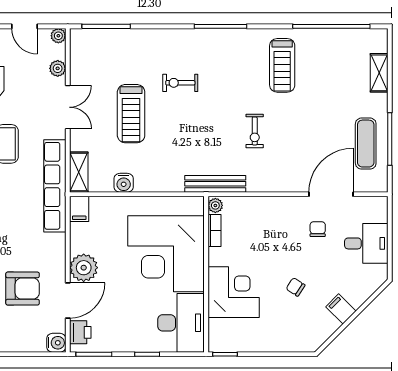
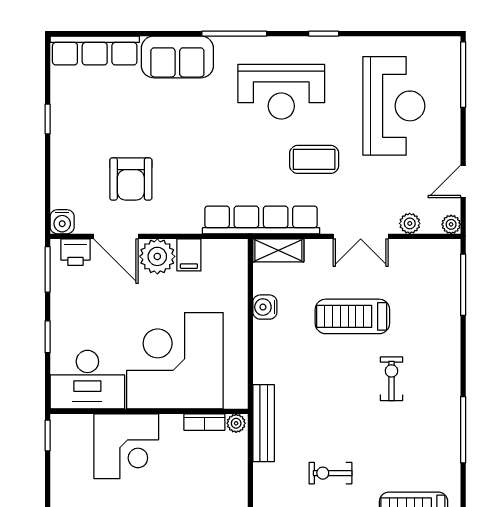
filing cabinet: (79, 209) -> (189, 255), moved, turned -90

